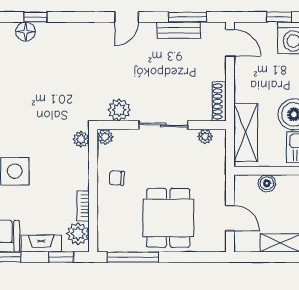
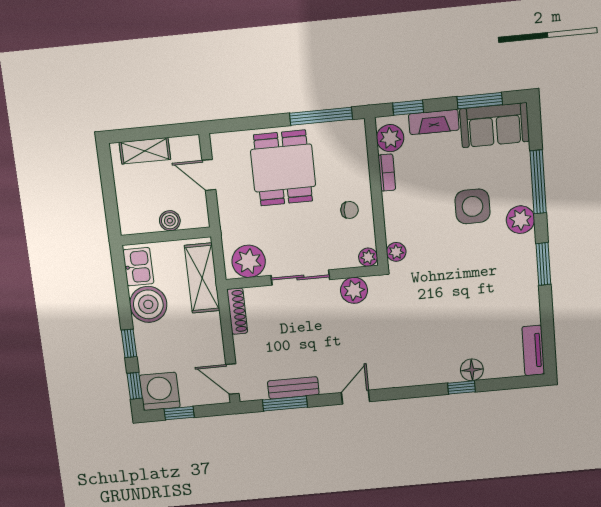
plant: (205, 136) -> (249, 261), width x1.87, depth x1.87

